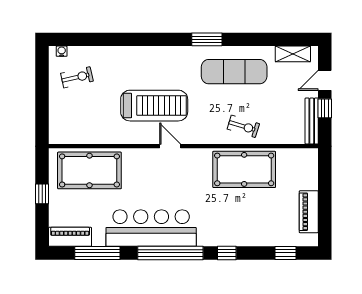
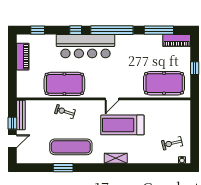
window: (207, 39) -> (63, 168), moved
shelving: (293, 54) -> (116, 158), moved
door: (170, 146) -> (112, 99), hinge flipped
bar counter: (151, 228) -> (86, 46), moved

